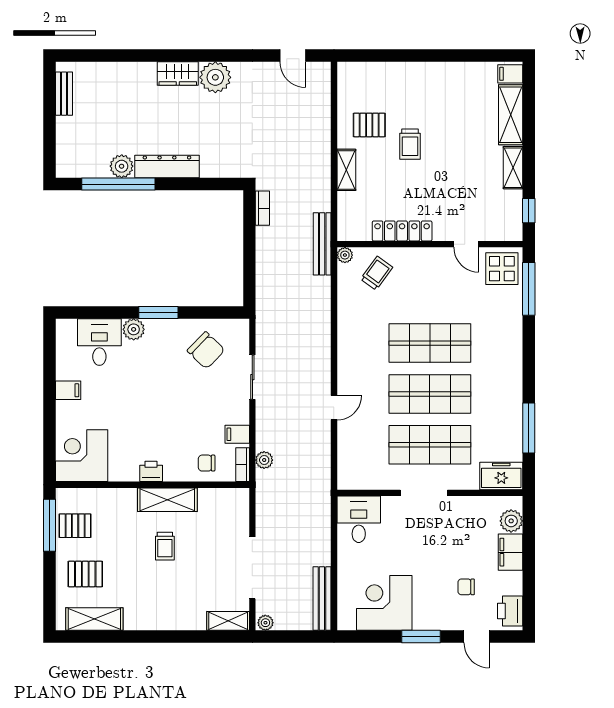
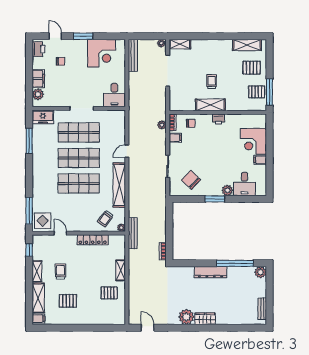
pallet: (451, 109) -> (68, 301), added
trolley: (410, 144) -> (60, 271), moved
plant: (122, 166) -> (261, 272), moved
shelving: (349, 340) -> (119, 185), added
corner desk: (82, 456) -> (253, 141), moved, turned 90

